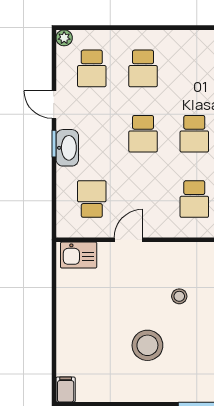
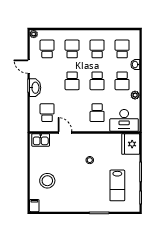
school desk: (92, 68) -> (47, 49), turned 180
school desk: (143, 68) -> (72, 49), turned 180
school desk: (194, 68) -> (97, 49), added
door: (129, 240) -> (65, 133), hinge flipped
stool: (147, 345) -> (47, 181), moved

